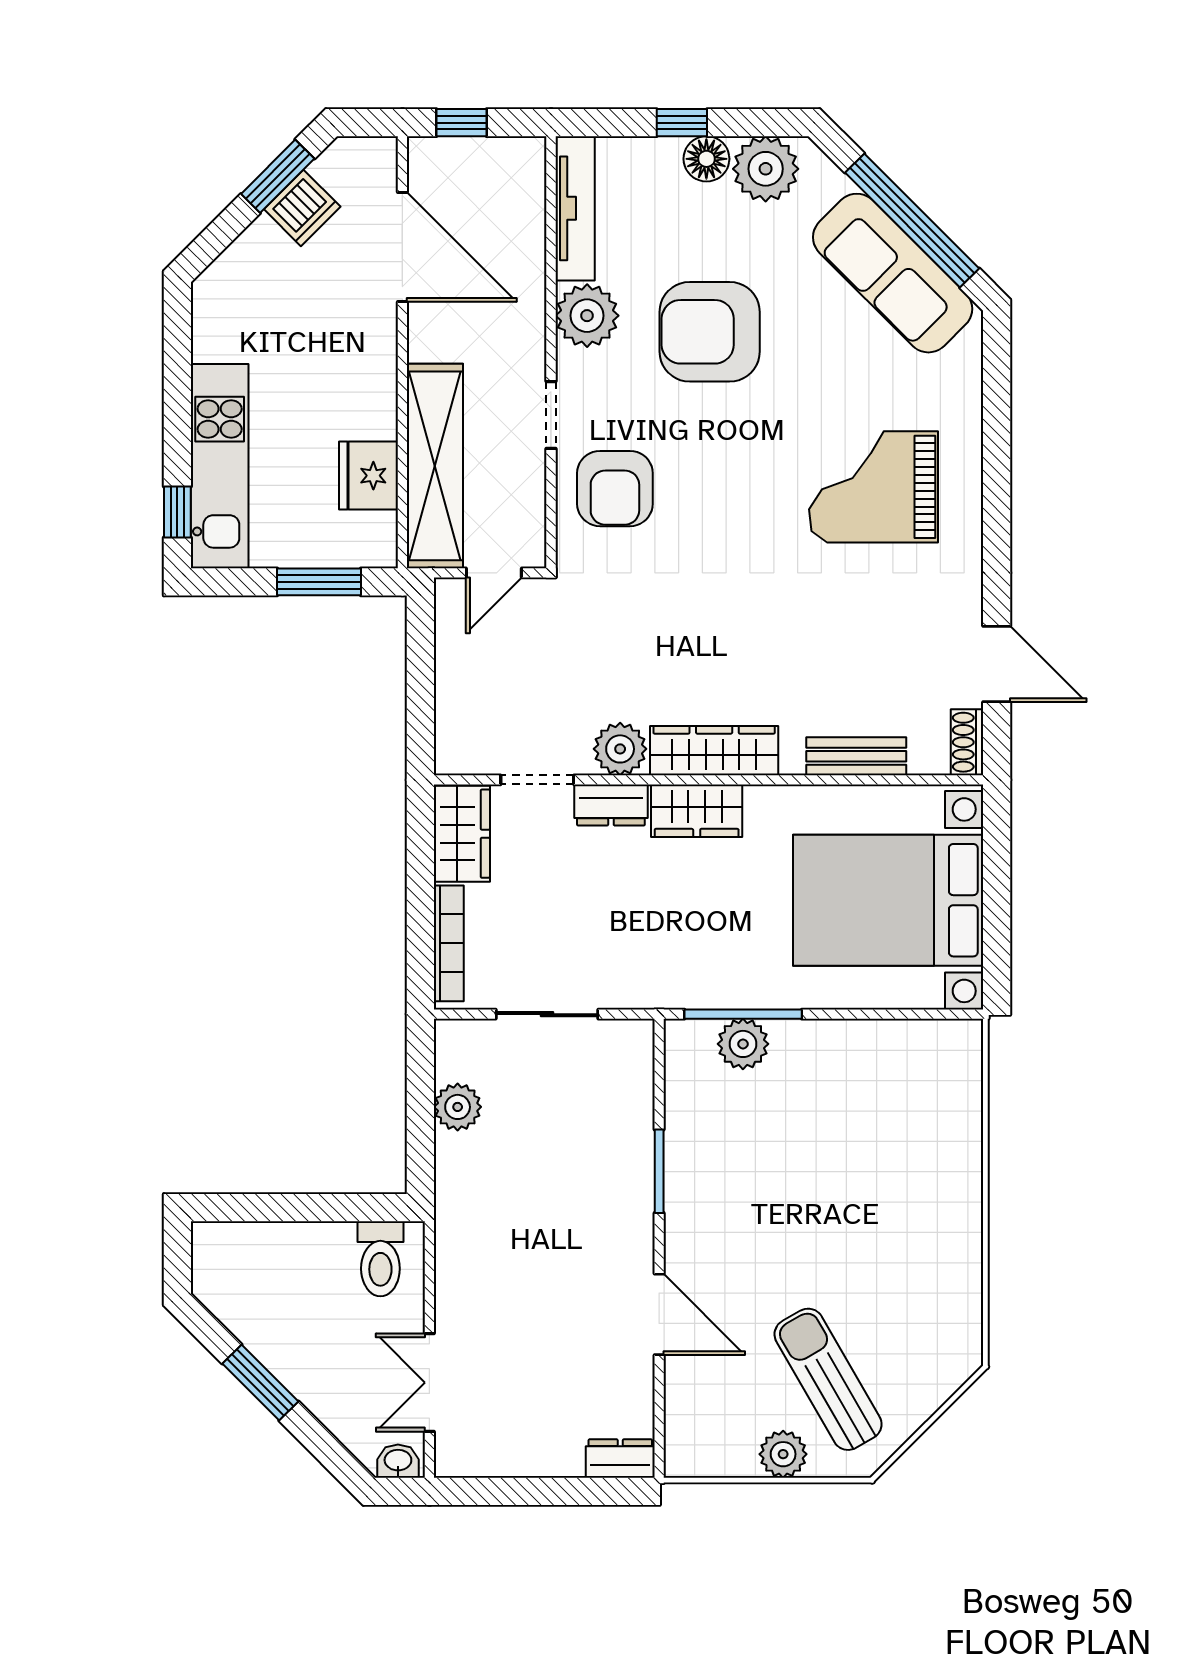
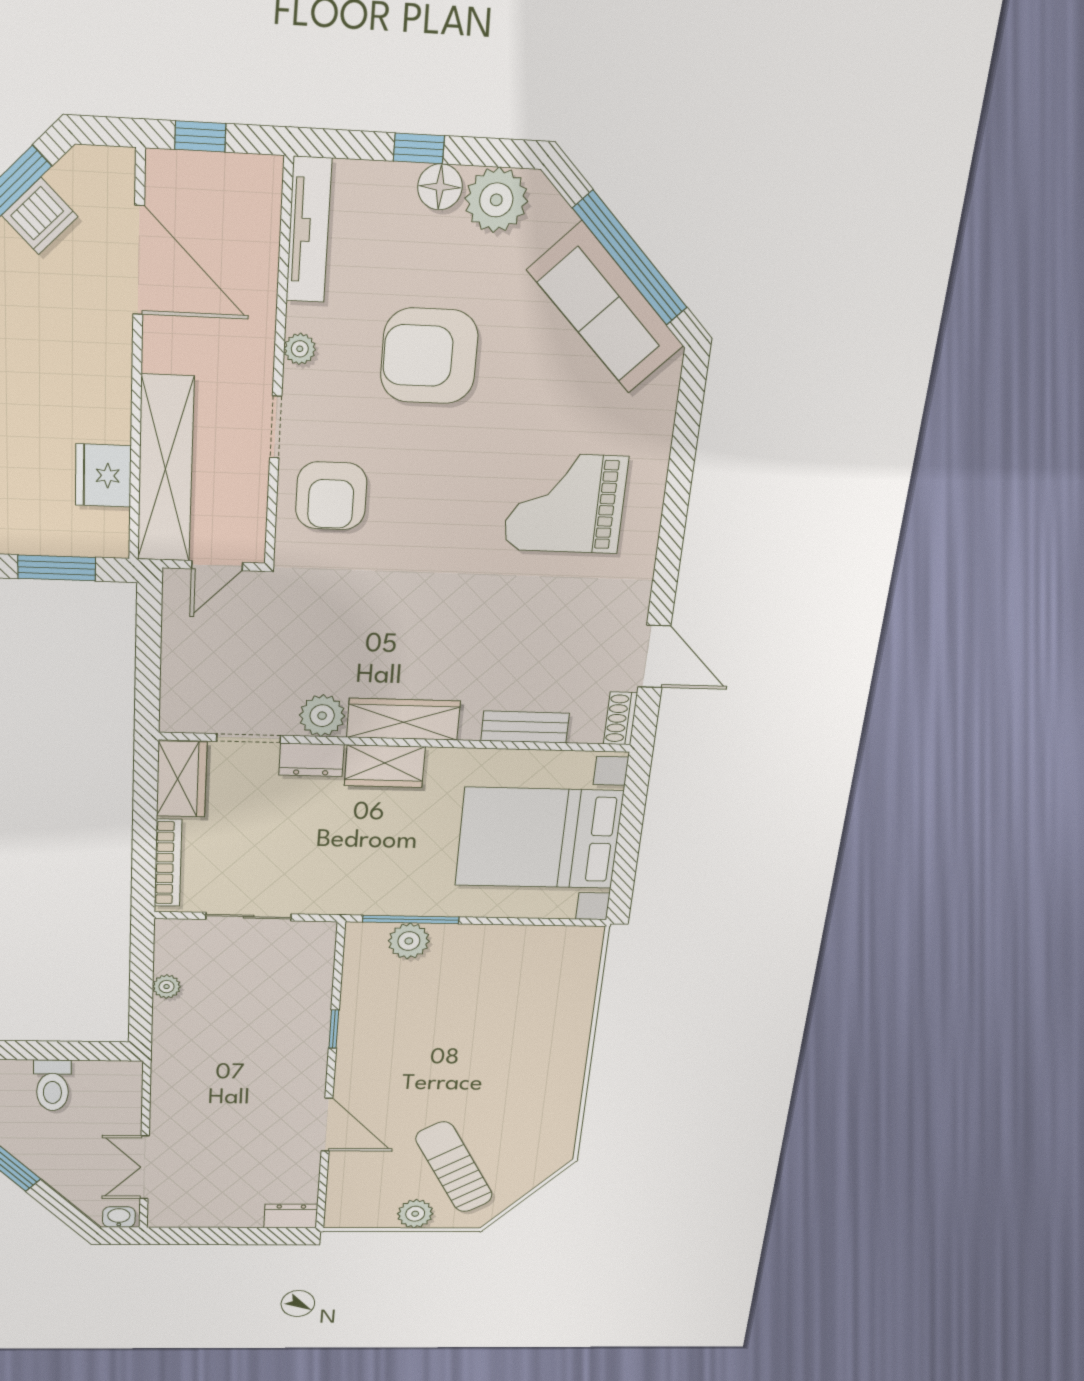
plant: (587, 316) -> (300, 349), width x0.53, depth x0.53
plant: (458, 1107) -> (167, 987), width x0.73, depth x0.73
window: (659, 1171) -> (334, 1029), width x0.67
toilet: (380, 1259) -> (52, 1085), moved

